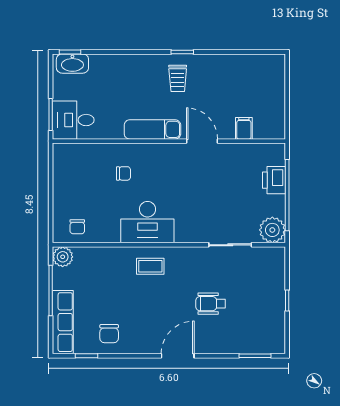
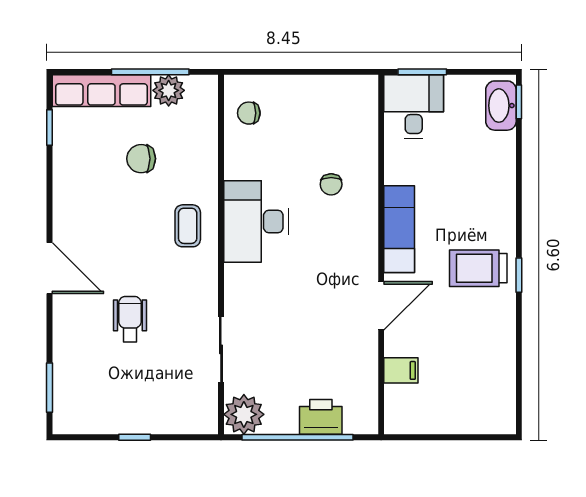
trolley: (178, 78) -> (478, 268), width x1.36, depth x1.39
plant: (63, 257) -> (169, 90), moved
chair: (109, 334) -> (141, 159), moved

